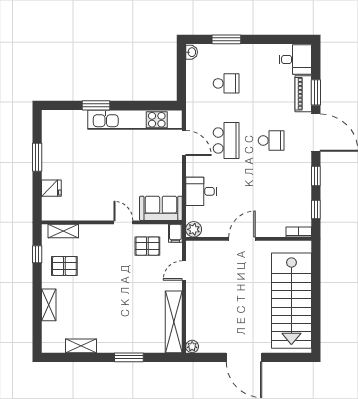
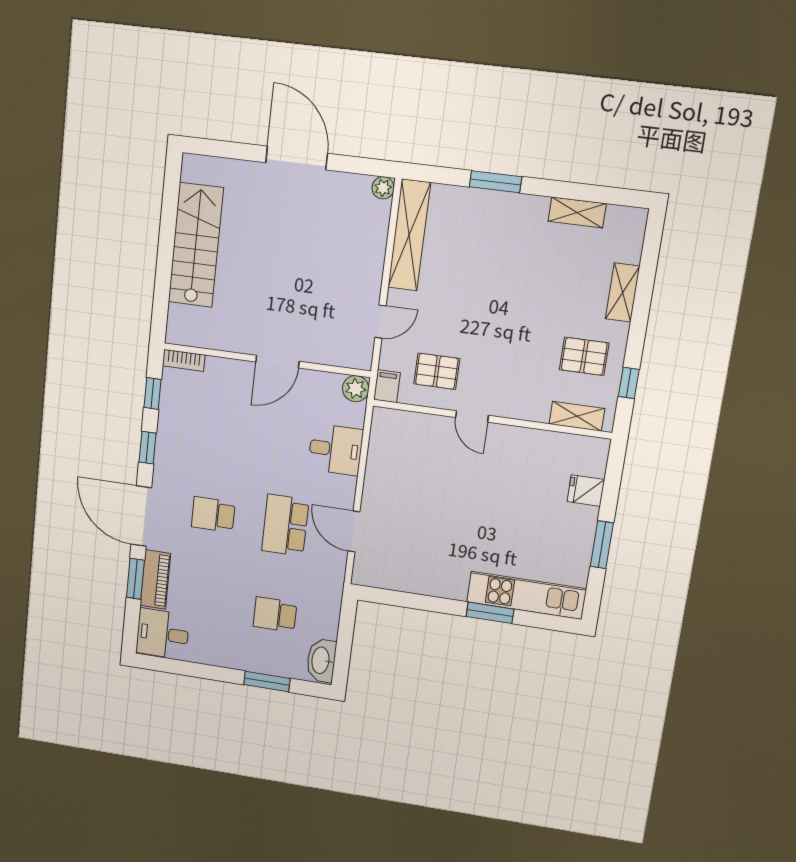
washbasin: (192, 52) -> (321, 660), width x1.91, depth x1.45
kitchen unit: (135, 120) -> (526, 595), moved, width x0.73
sofa: (161, 208) -> (406, 431), removed
stairs: (291, 301) -> (196, 245), width x0.73, depth x0.66

